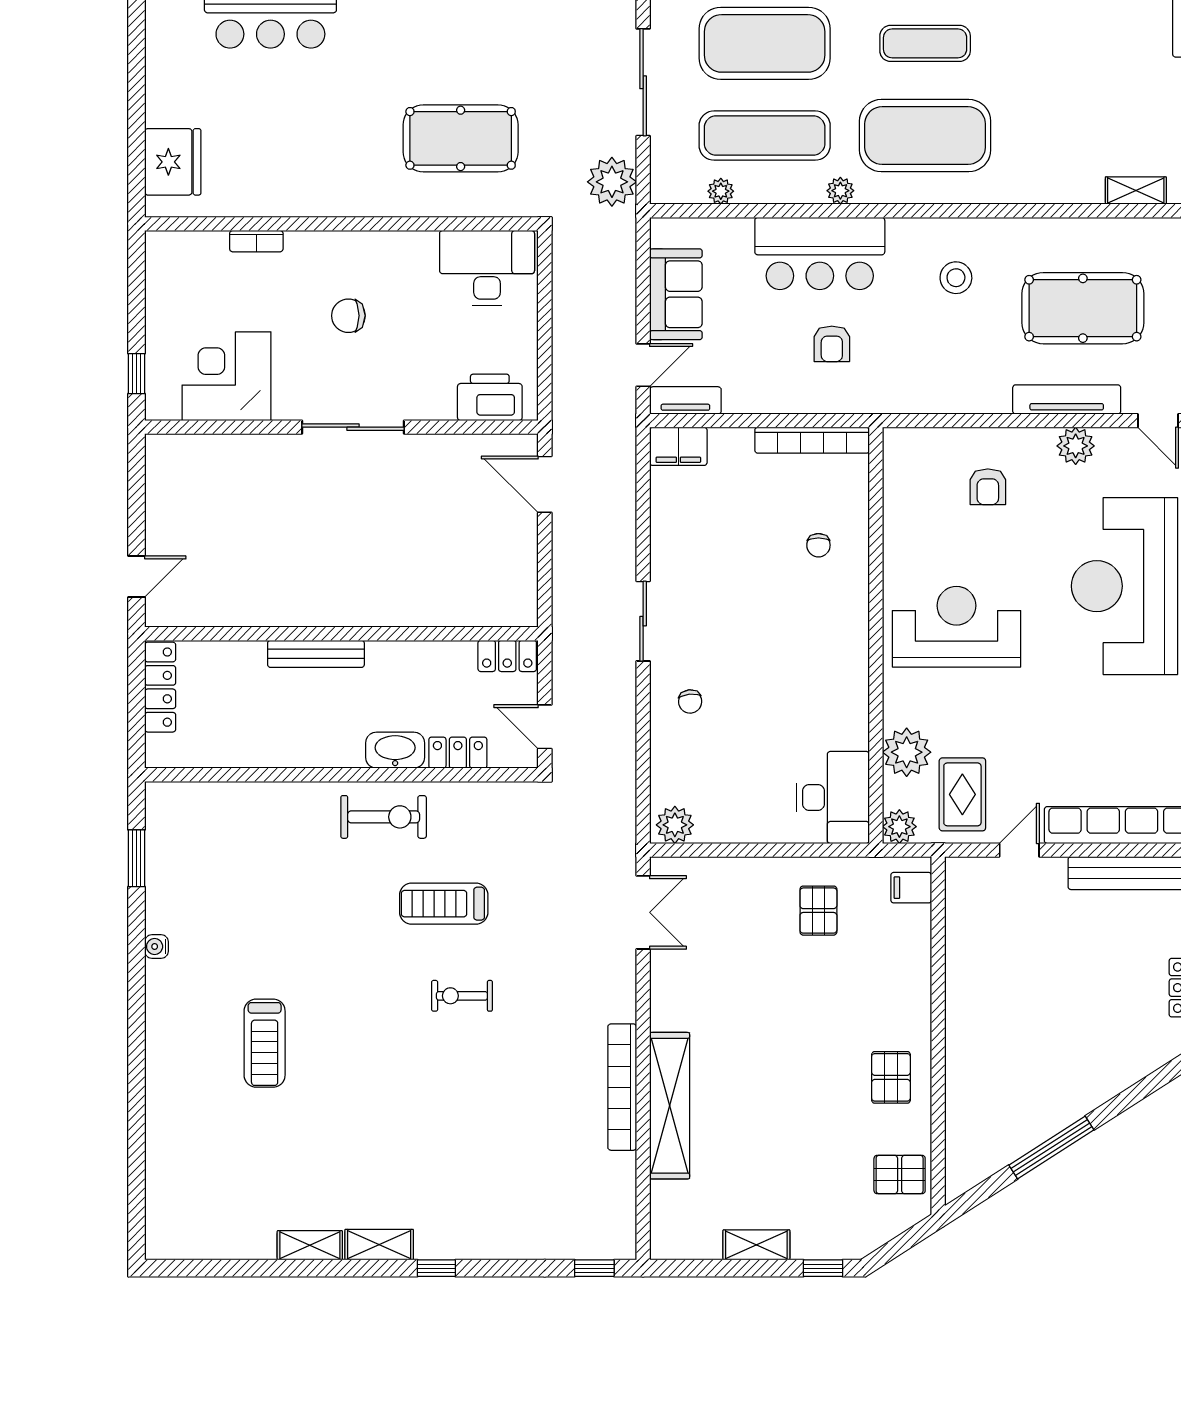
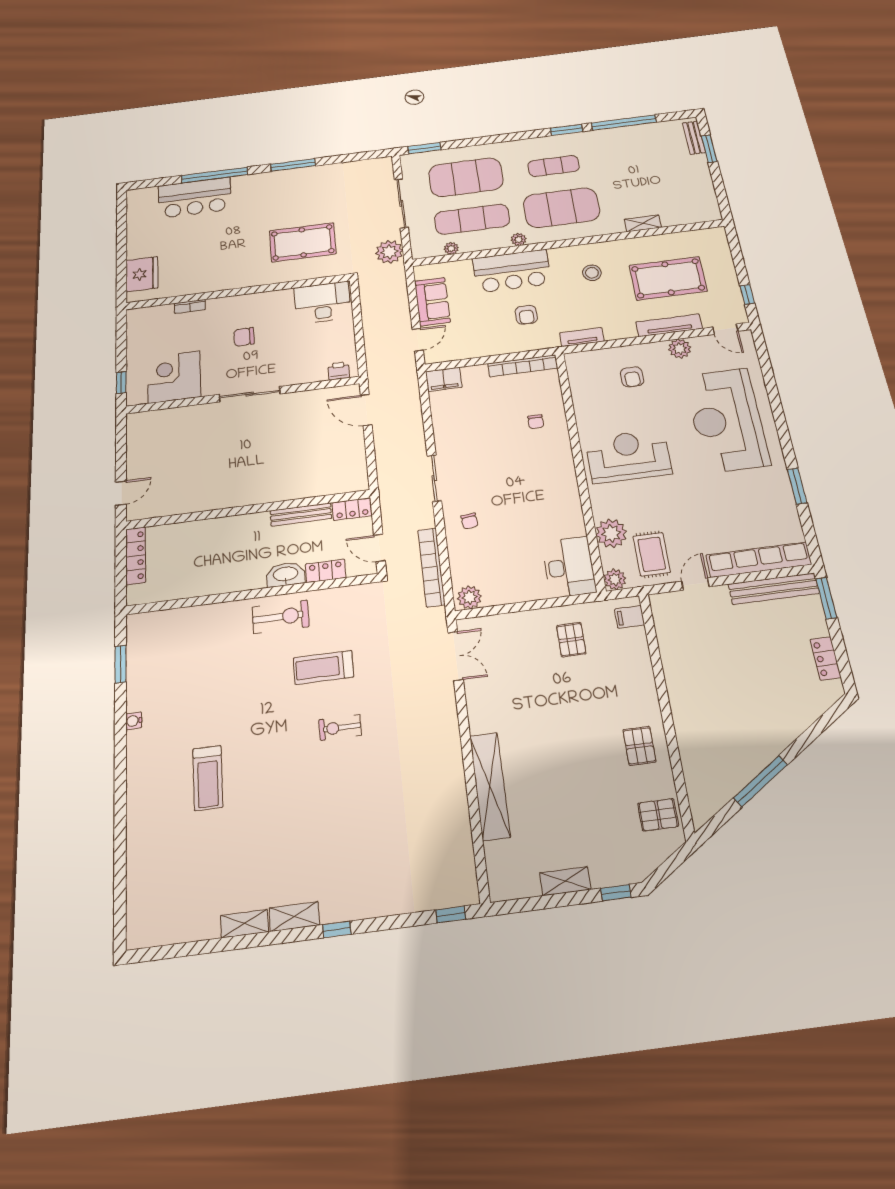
shelving: (1136, 190) -> (643, 223), moved
printer: (490, 397) -> (339, 371), width x0.53, depth x0.68
tv unit: (685, 400) -> (582, 337), moved
bench: (316, 654) -> (301, 515), moved
bookcase: (622, 1087) -> (431, 567), moved

